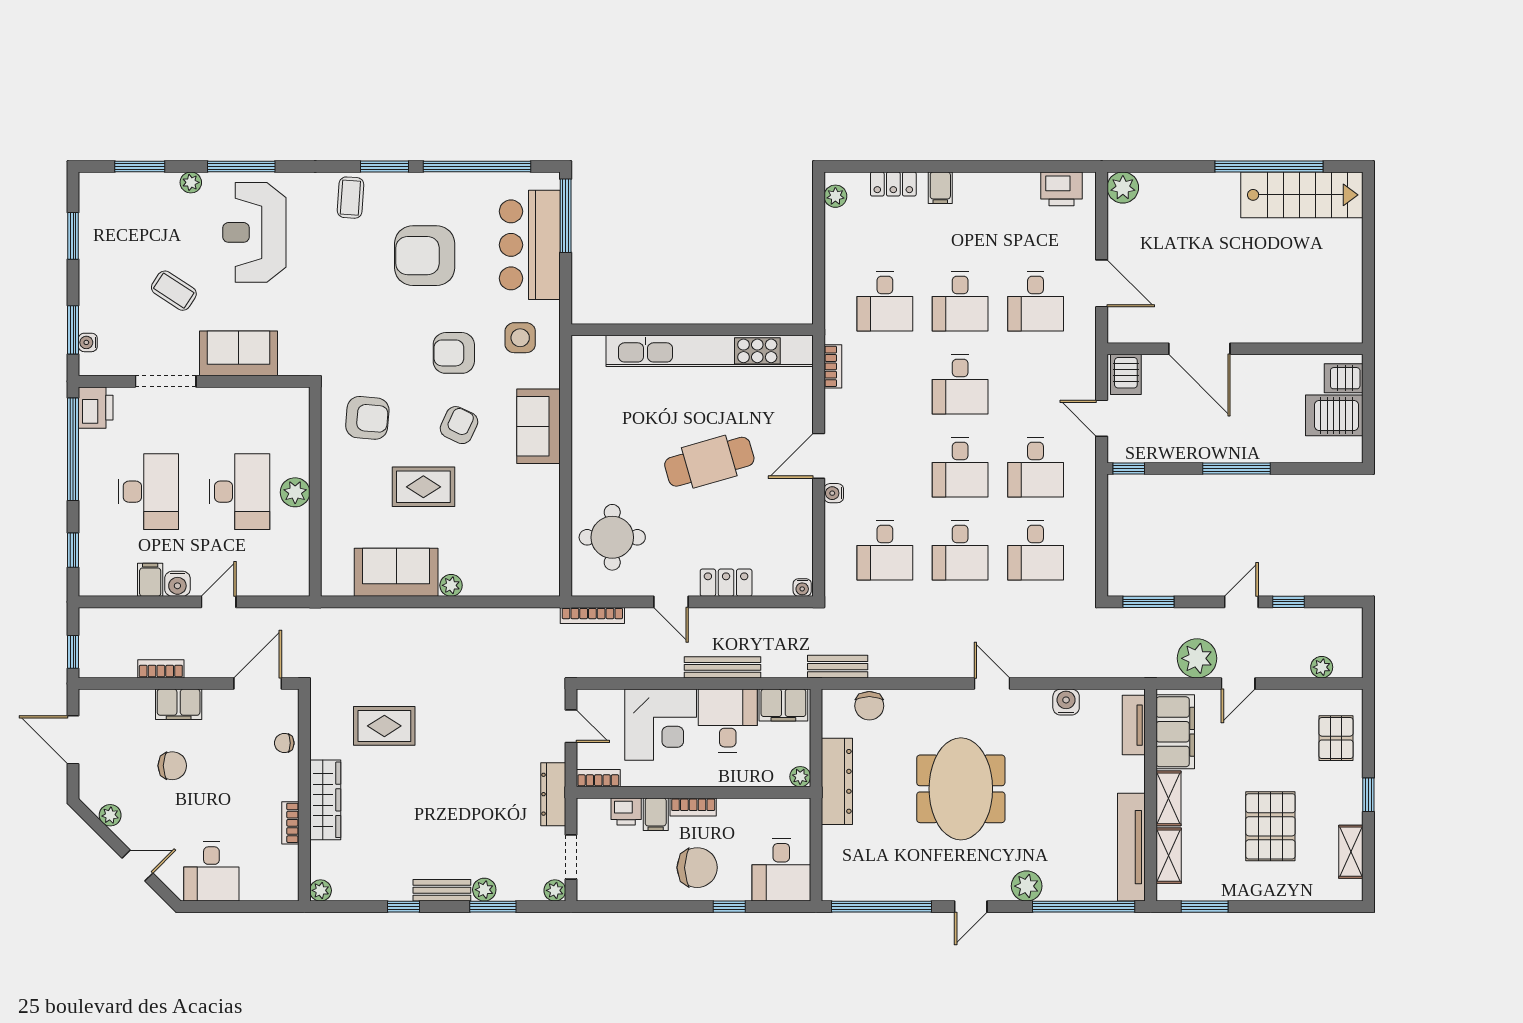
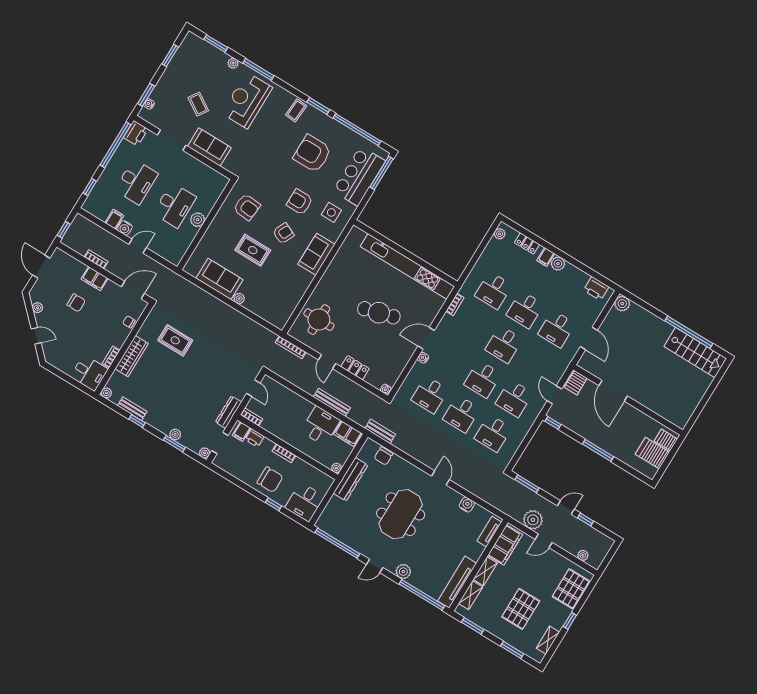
plant: (969, 186) -> (558, 264), added
corner desk: (661, 725) -> (291, 410), removed
pallet: (1336, 738) -> (571, 589), width x1.50, depth x1.42
filing cabinet: (656, 814) -> (242, 432), moved
desk: (211, 872) -> (89, 373), moved, turned -90
bench: (442, 890) -> (132, 409), moved
window: (1299, 907) -> (512, 650), added

